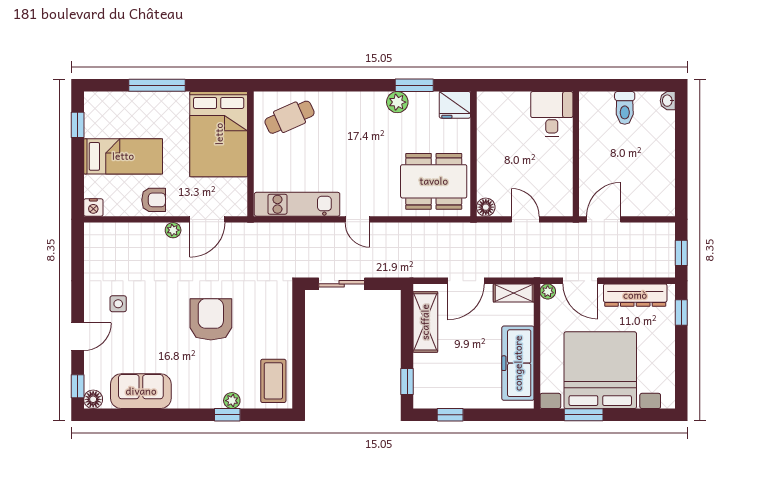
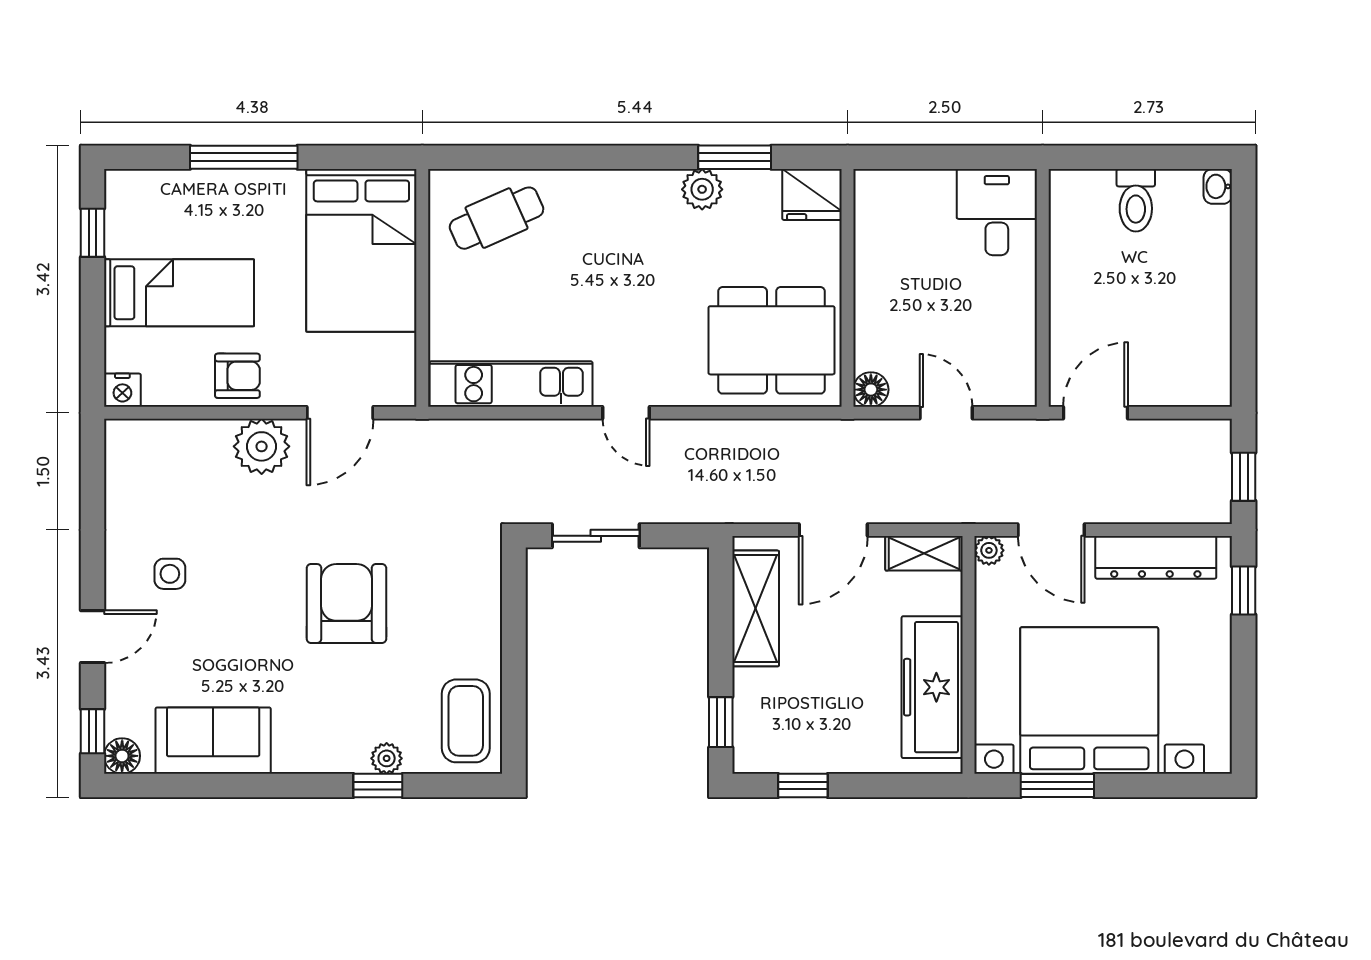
plant: (173, 230) -> (262, 446), width x1.88, depth x1.88

